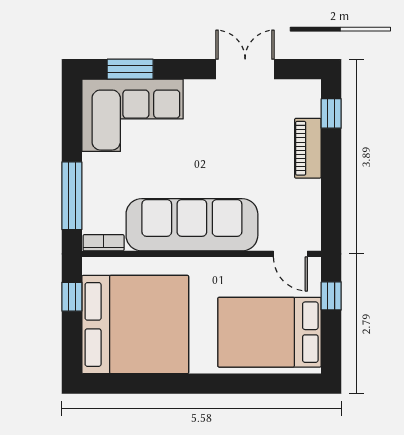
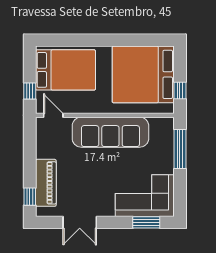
piano: (308, 148) -> (46, 183), width x1.37, depth x1.33
bookcase: (104, 243) -> (162, 122), removed

